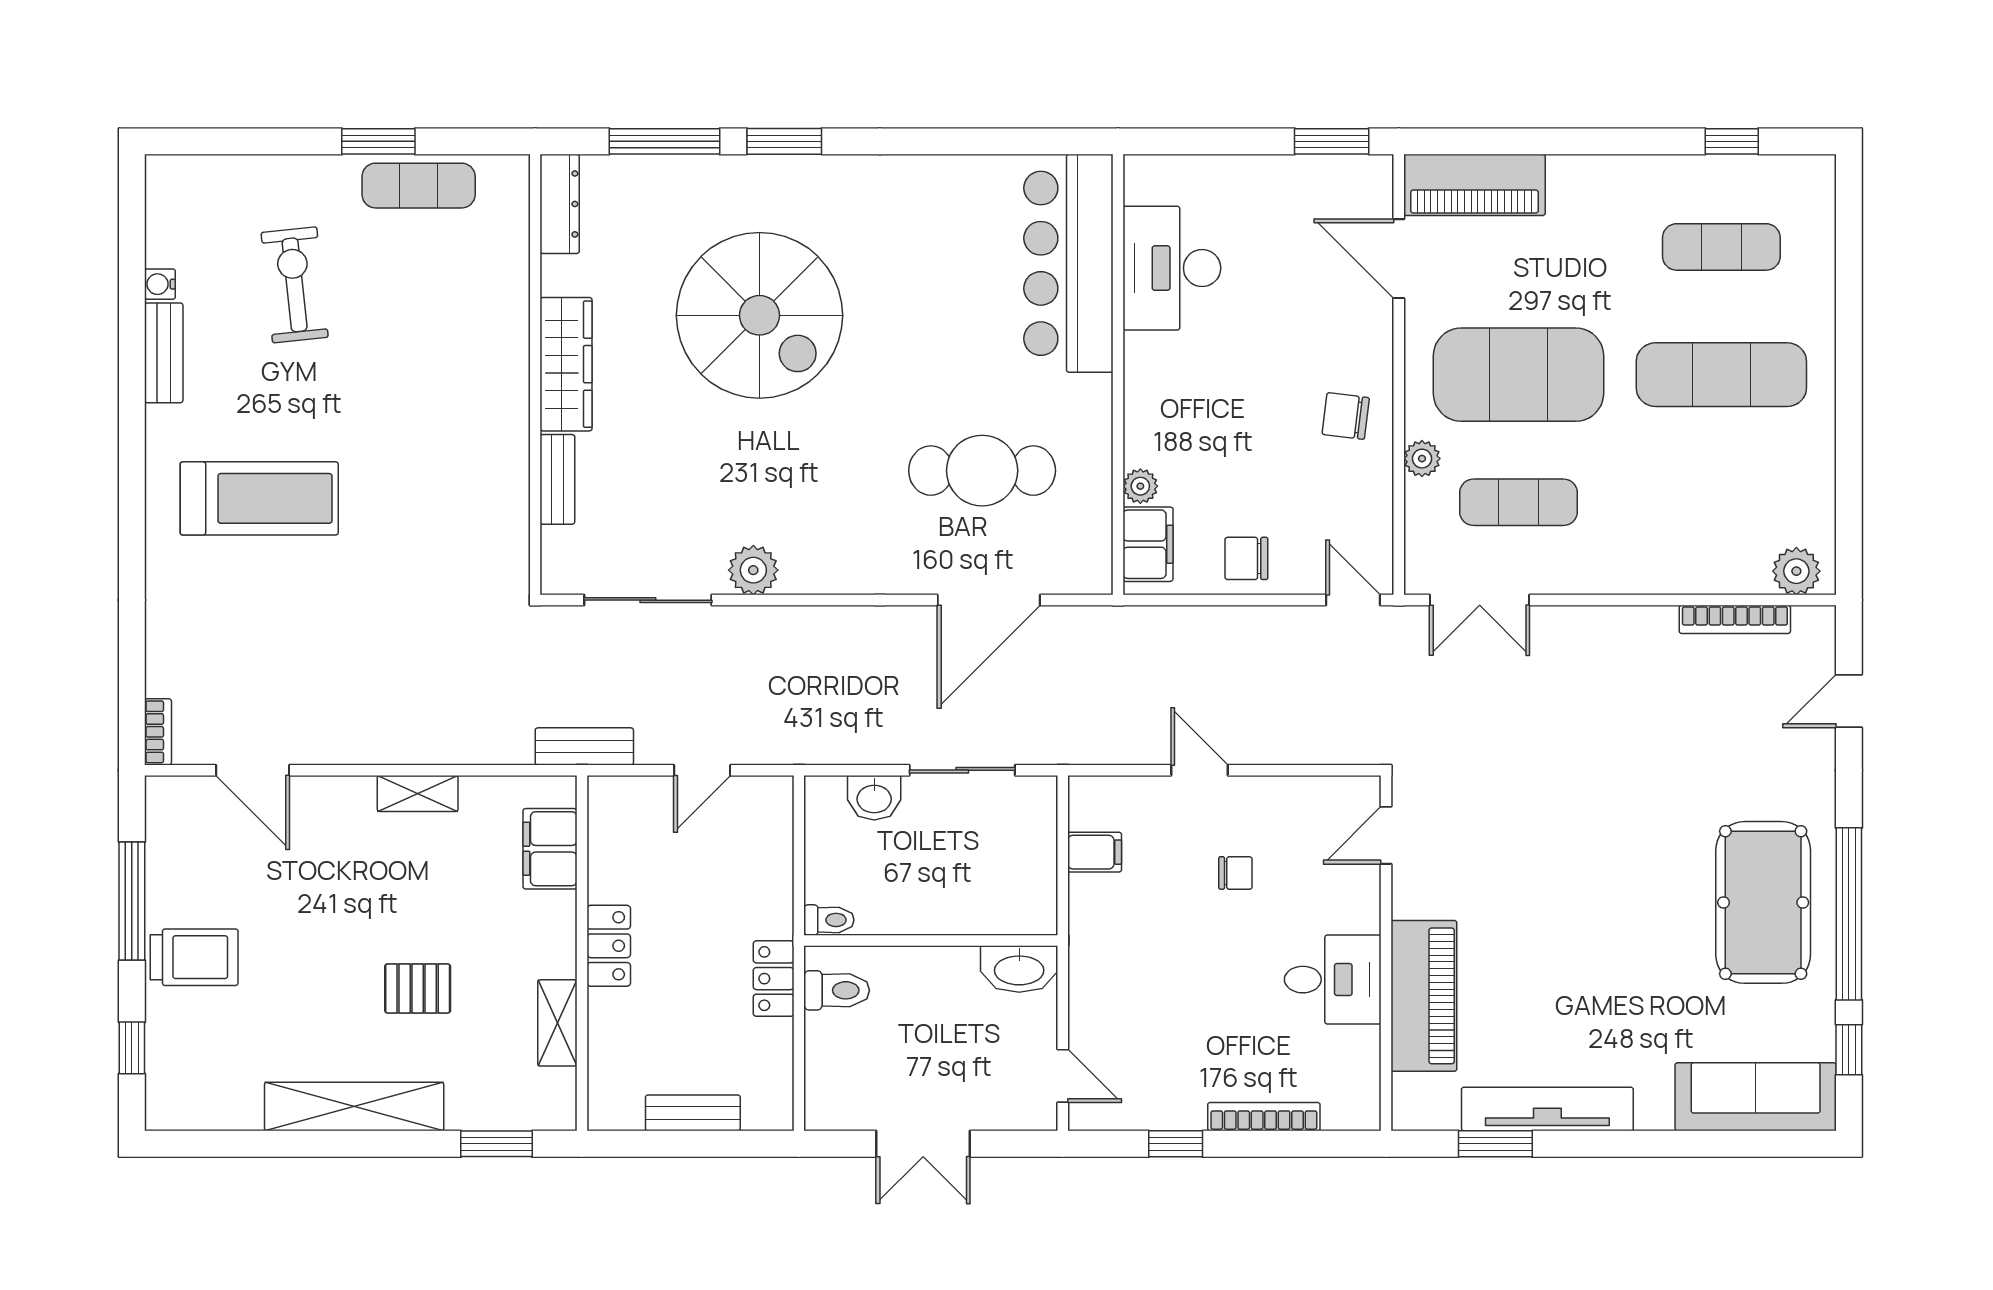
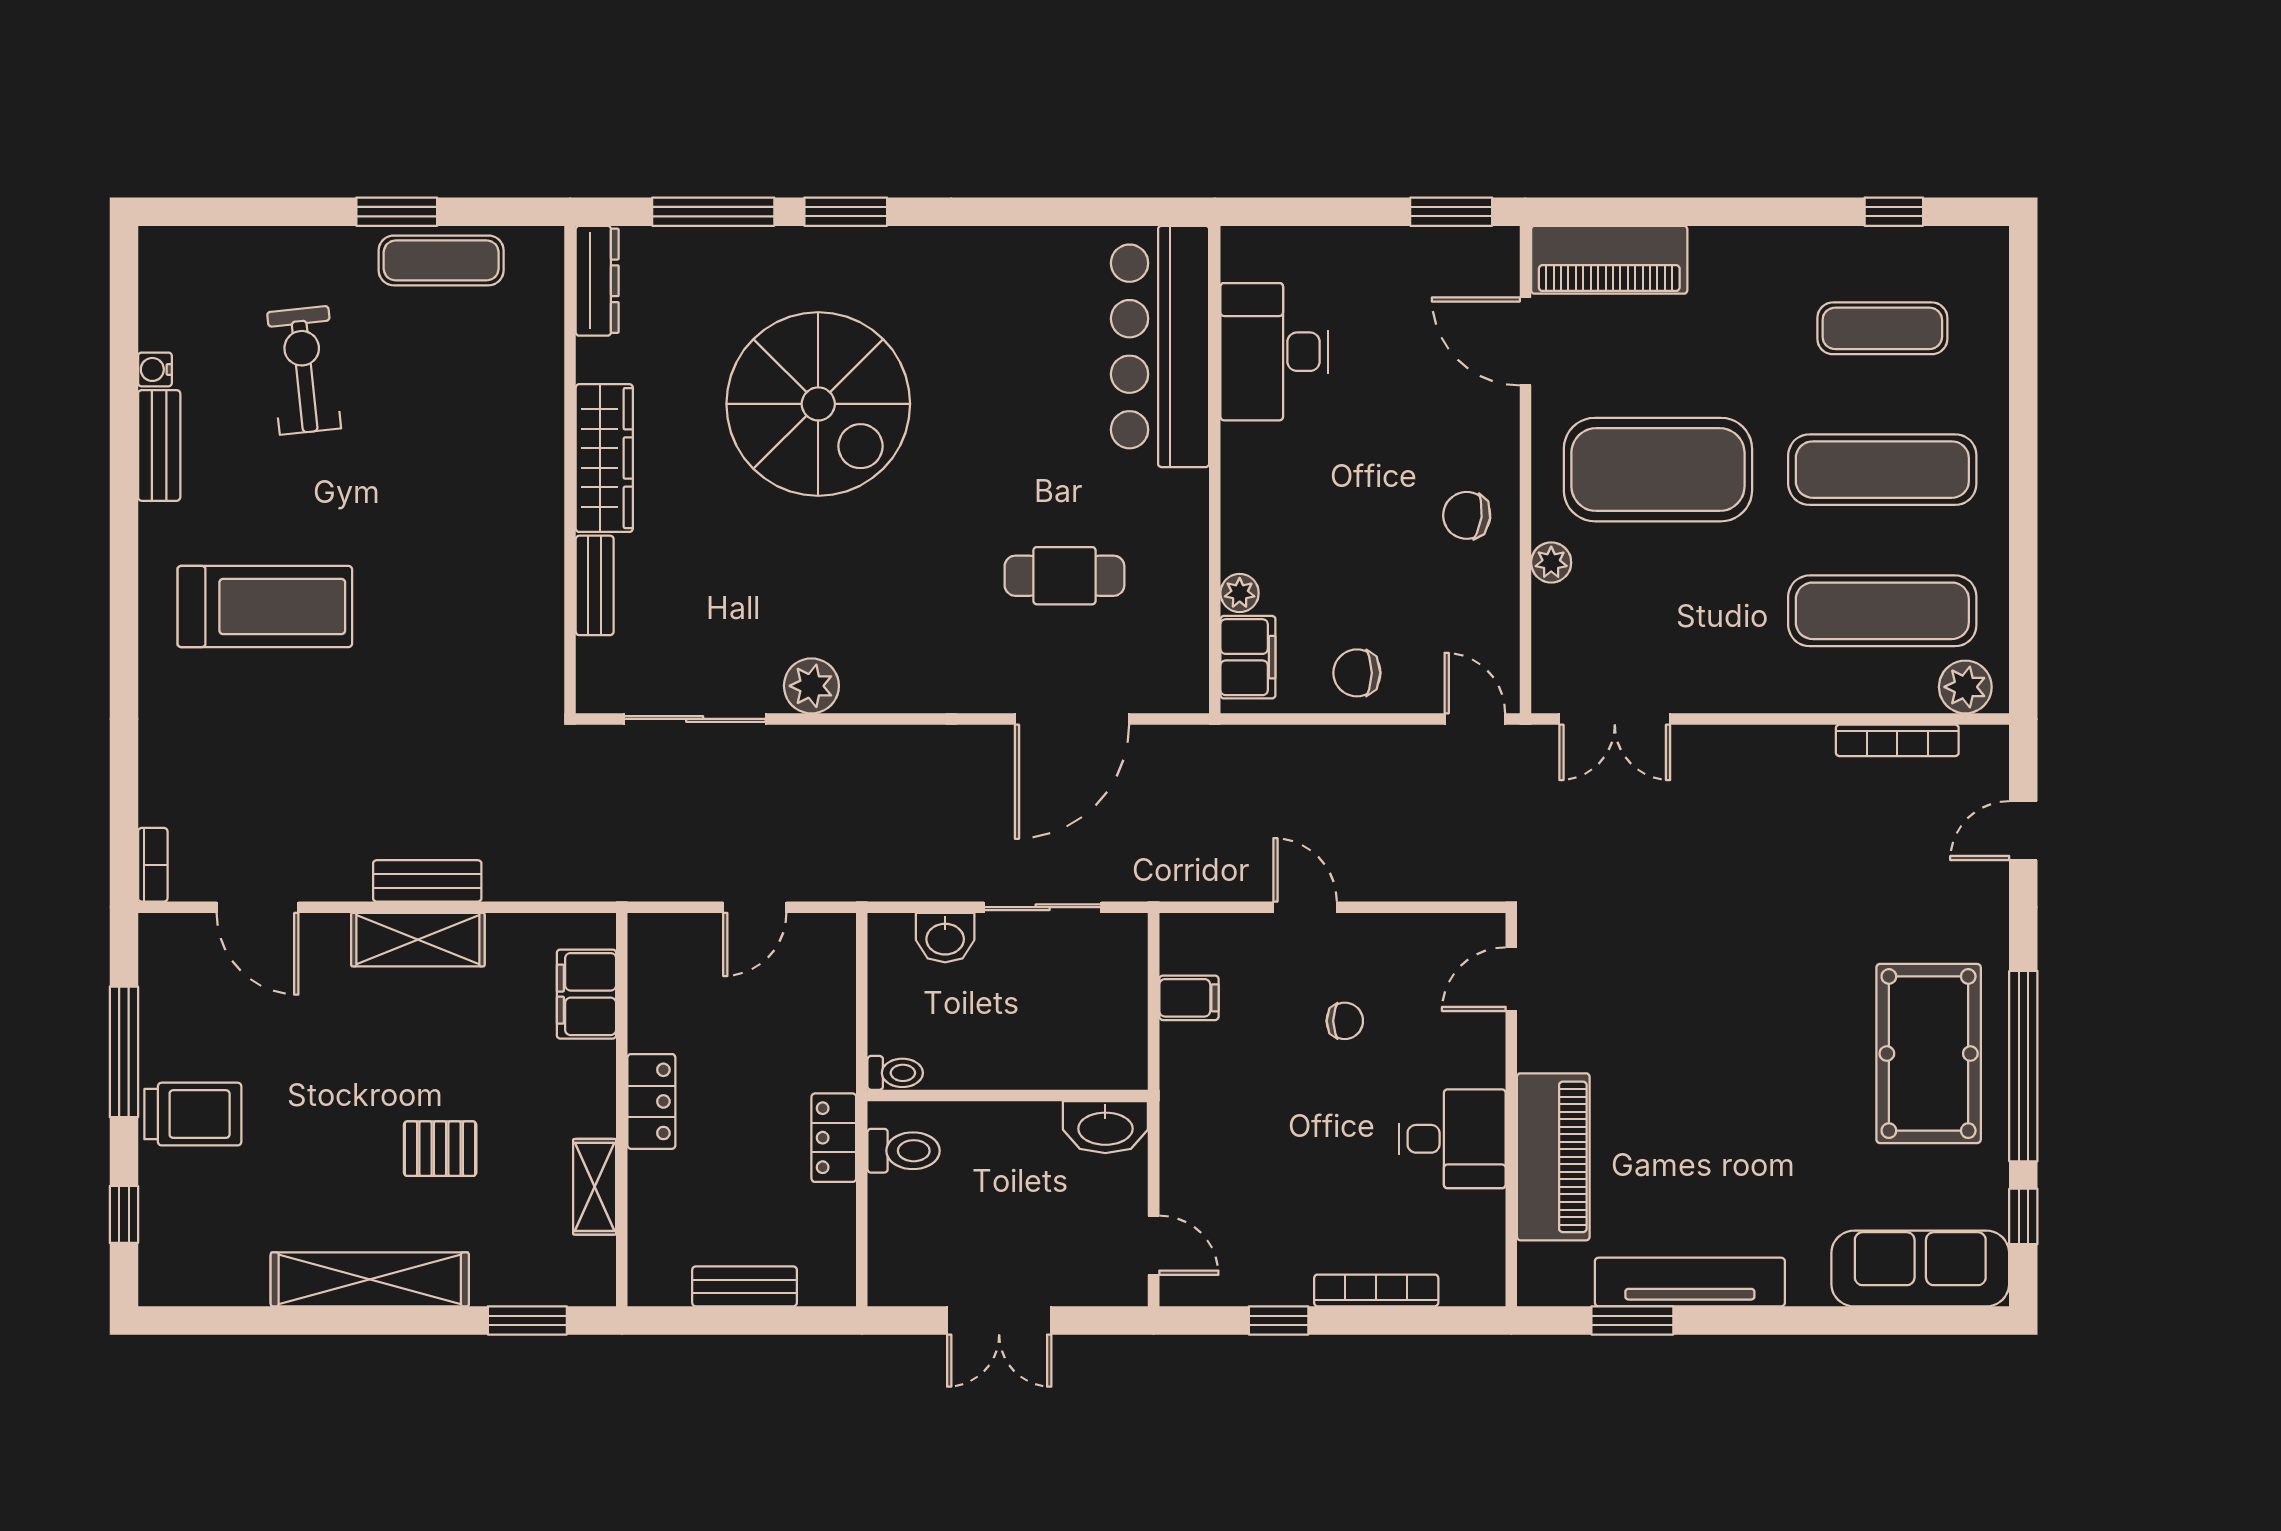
cafe table: (982, 471) -> (1064, 576), width x0.73, depth x0.74
exercise mat: (1519, 502) -> (1882, 611), moved, width x1.36, depth x1.45
bench: (584, 746) -> (427, 881), moved
shelving: (418, 793) -> (418, 940), width x1.50, depth x1.33

